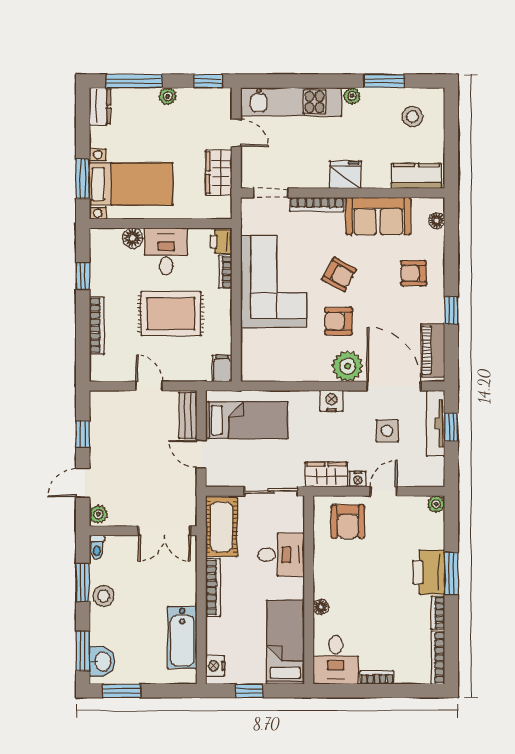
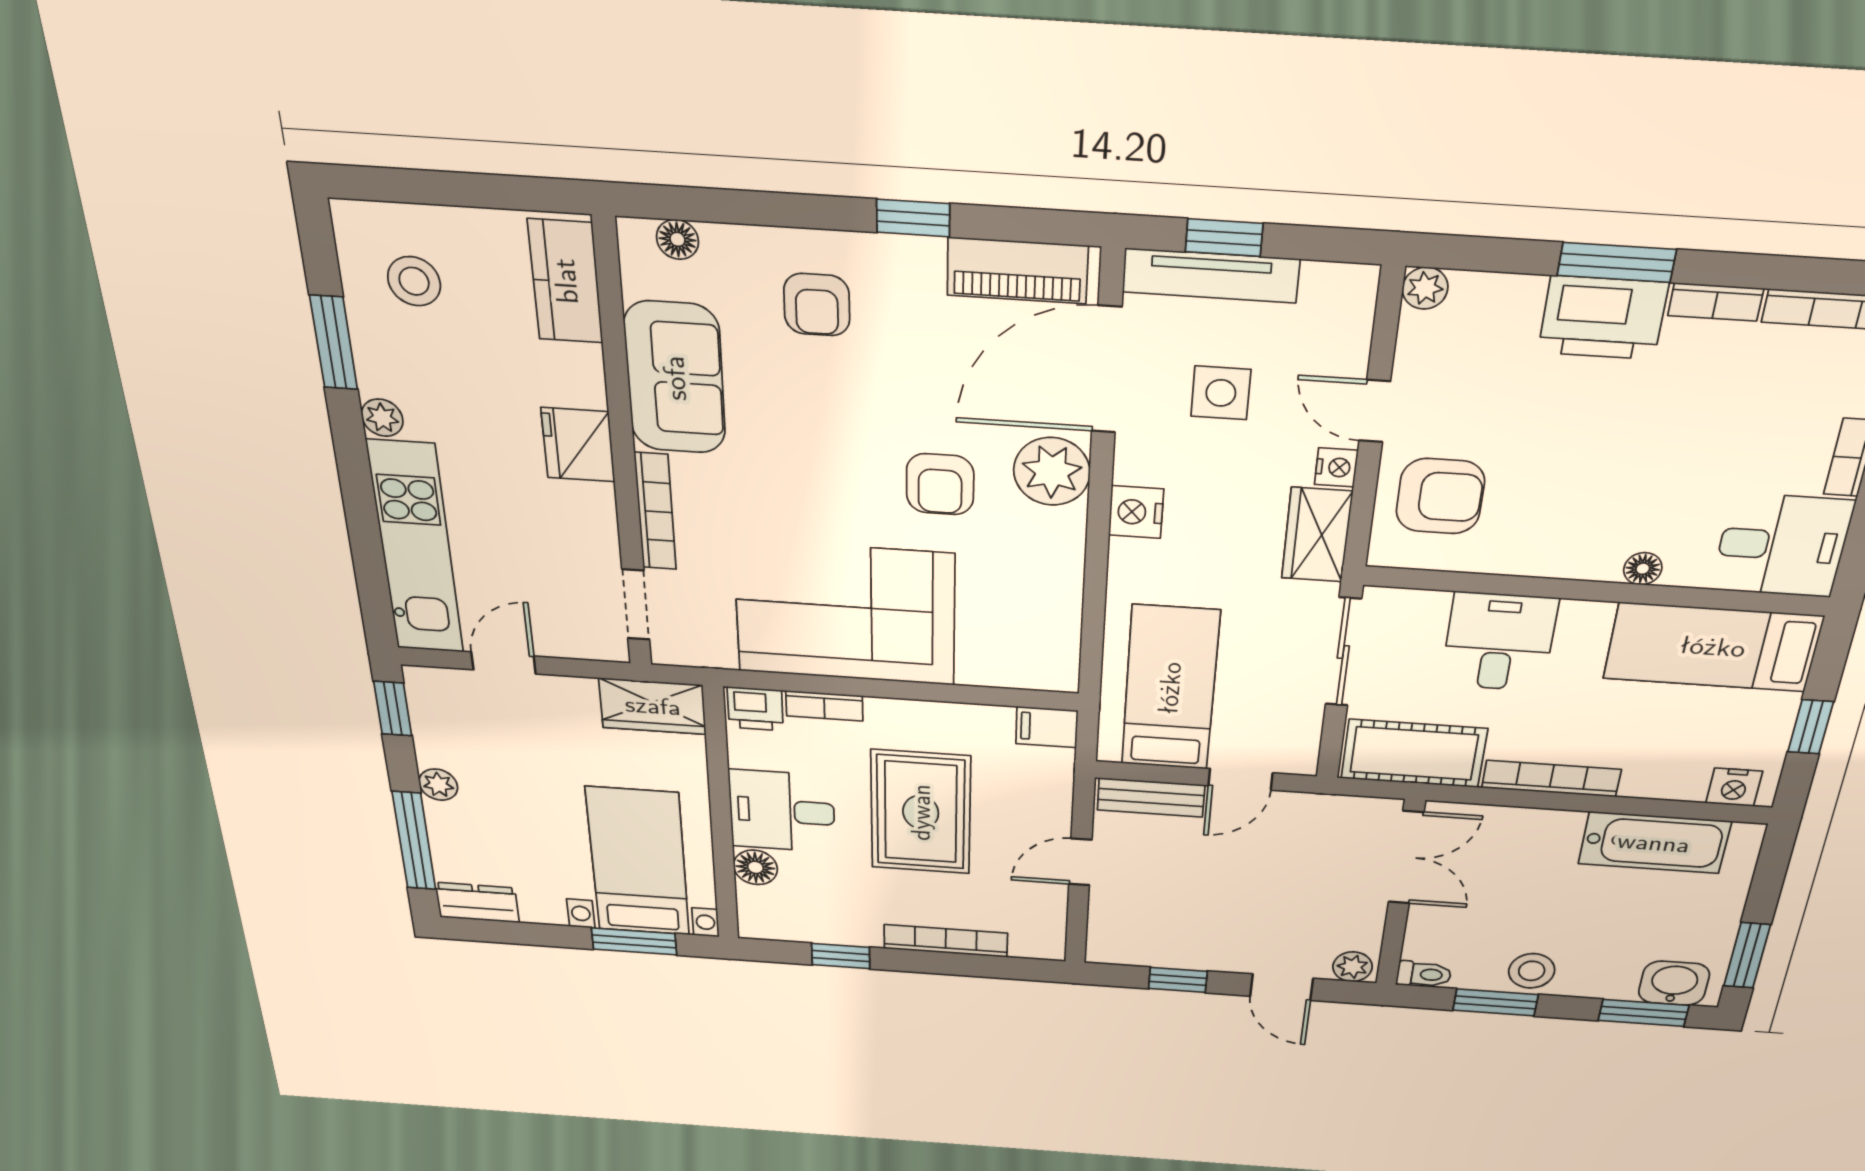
wardrobe: (219, 173) -> (653, 706), moved
armchair: (339, 275) -> (825, 475), removed

